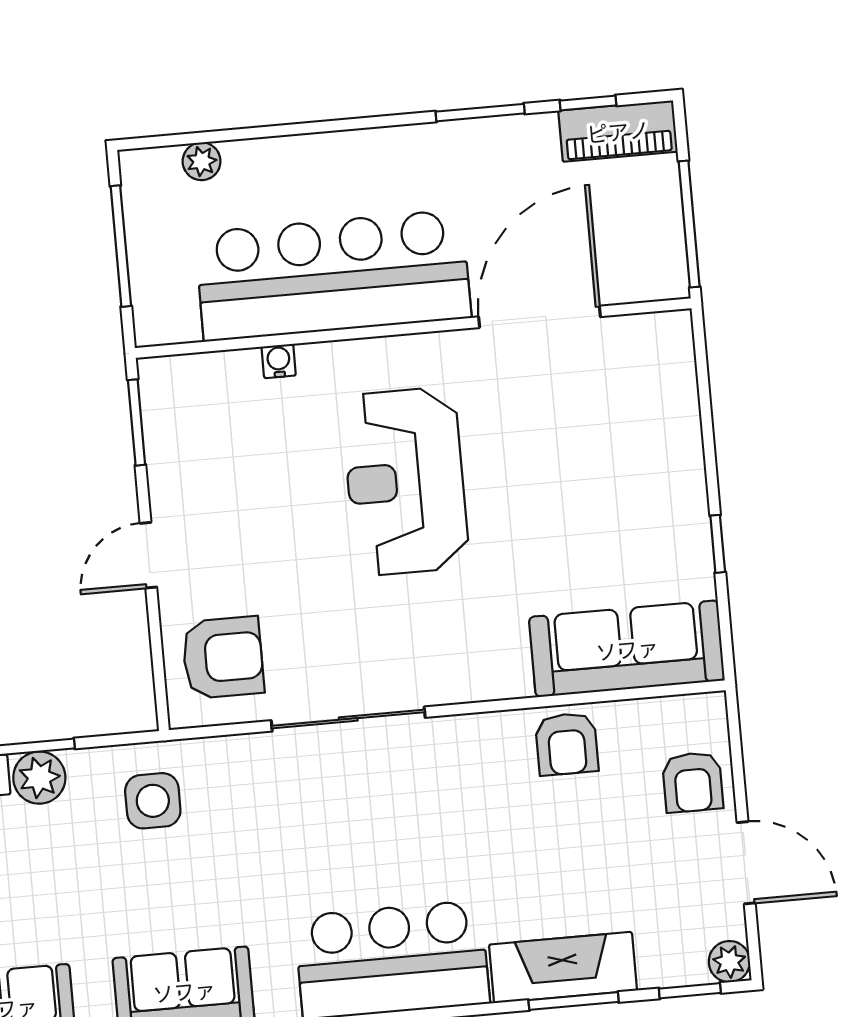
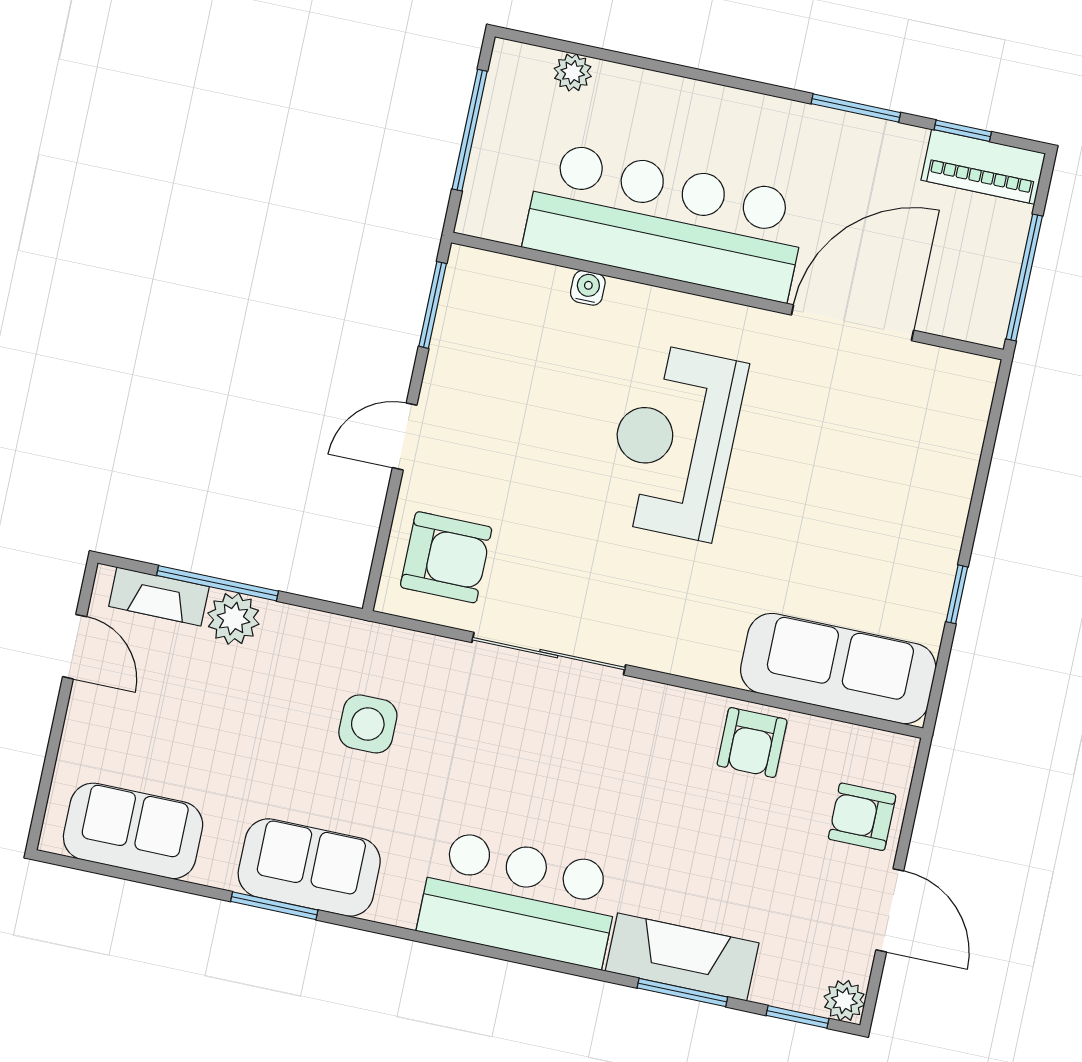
armchair: (693, 782) -> (862, 817), turned 90
side table: (153, 801) -> (368, 724), moved

